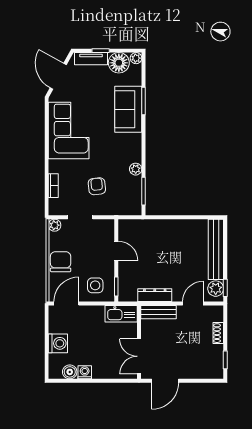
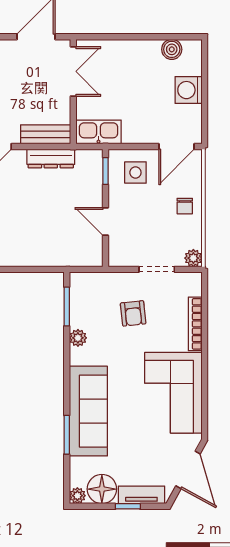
sofa: (128, 109) -> (88, 411), width x1.36
bookcase: (53, 186) -> (195, 324), width x1.56
chair: (61, 262) -> (185, 206), width x0.54, depth x0.54
washing machine: (85, 372) -> (150, 49), removed

